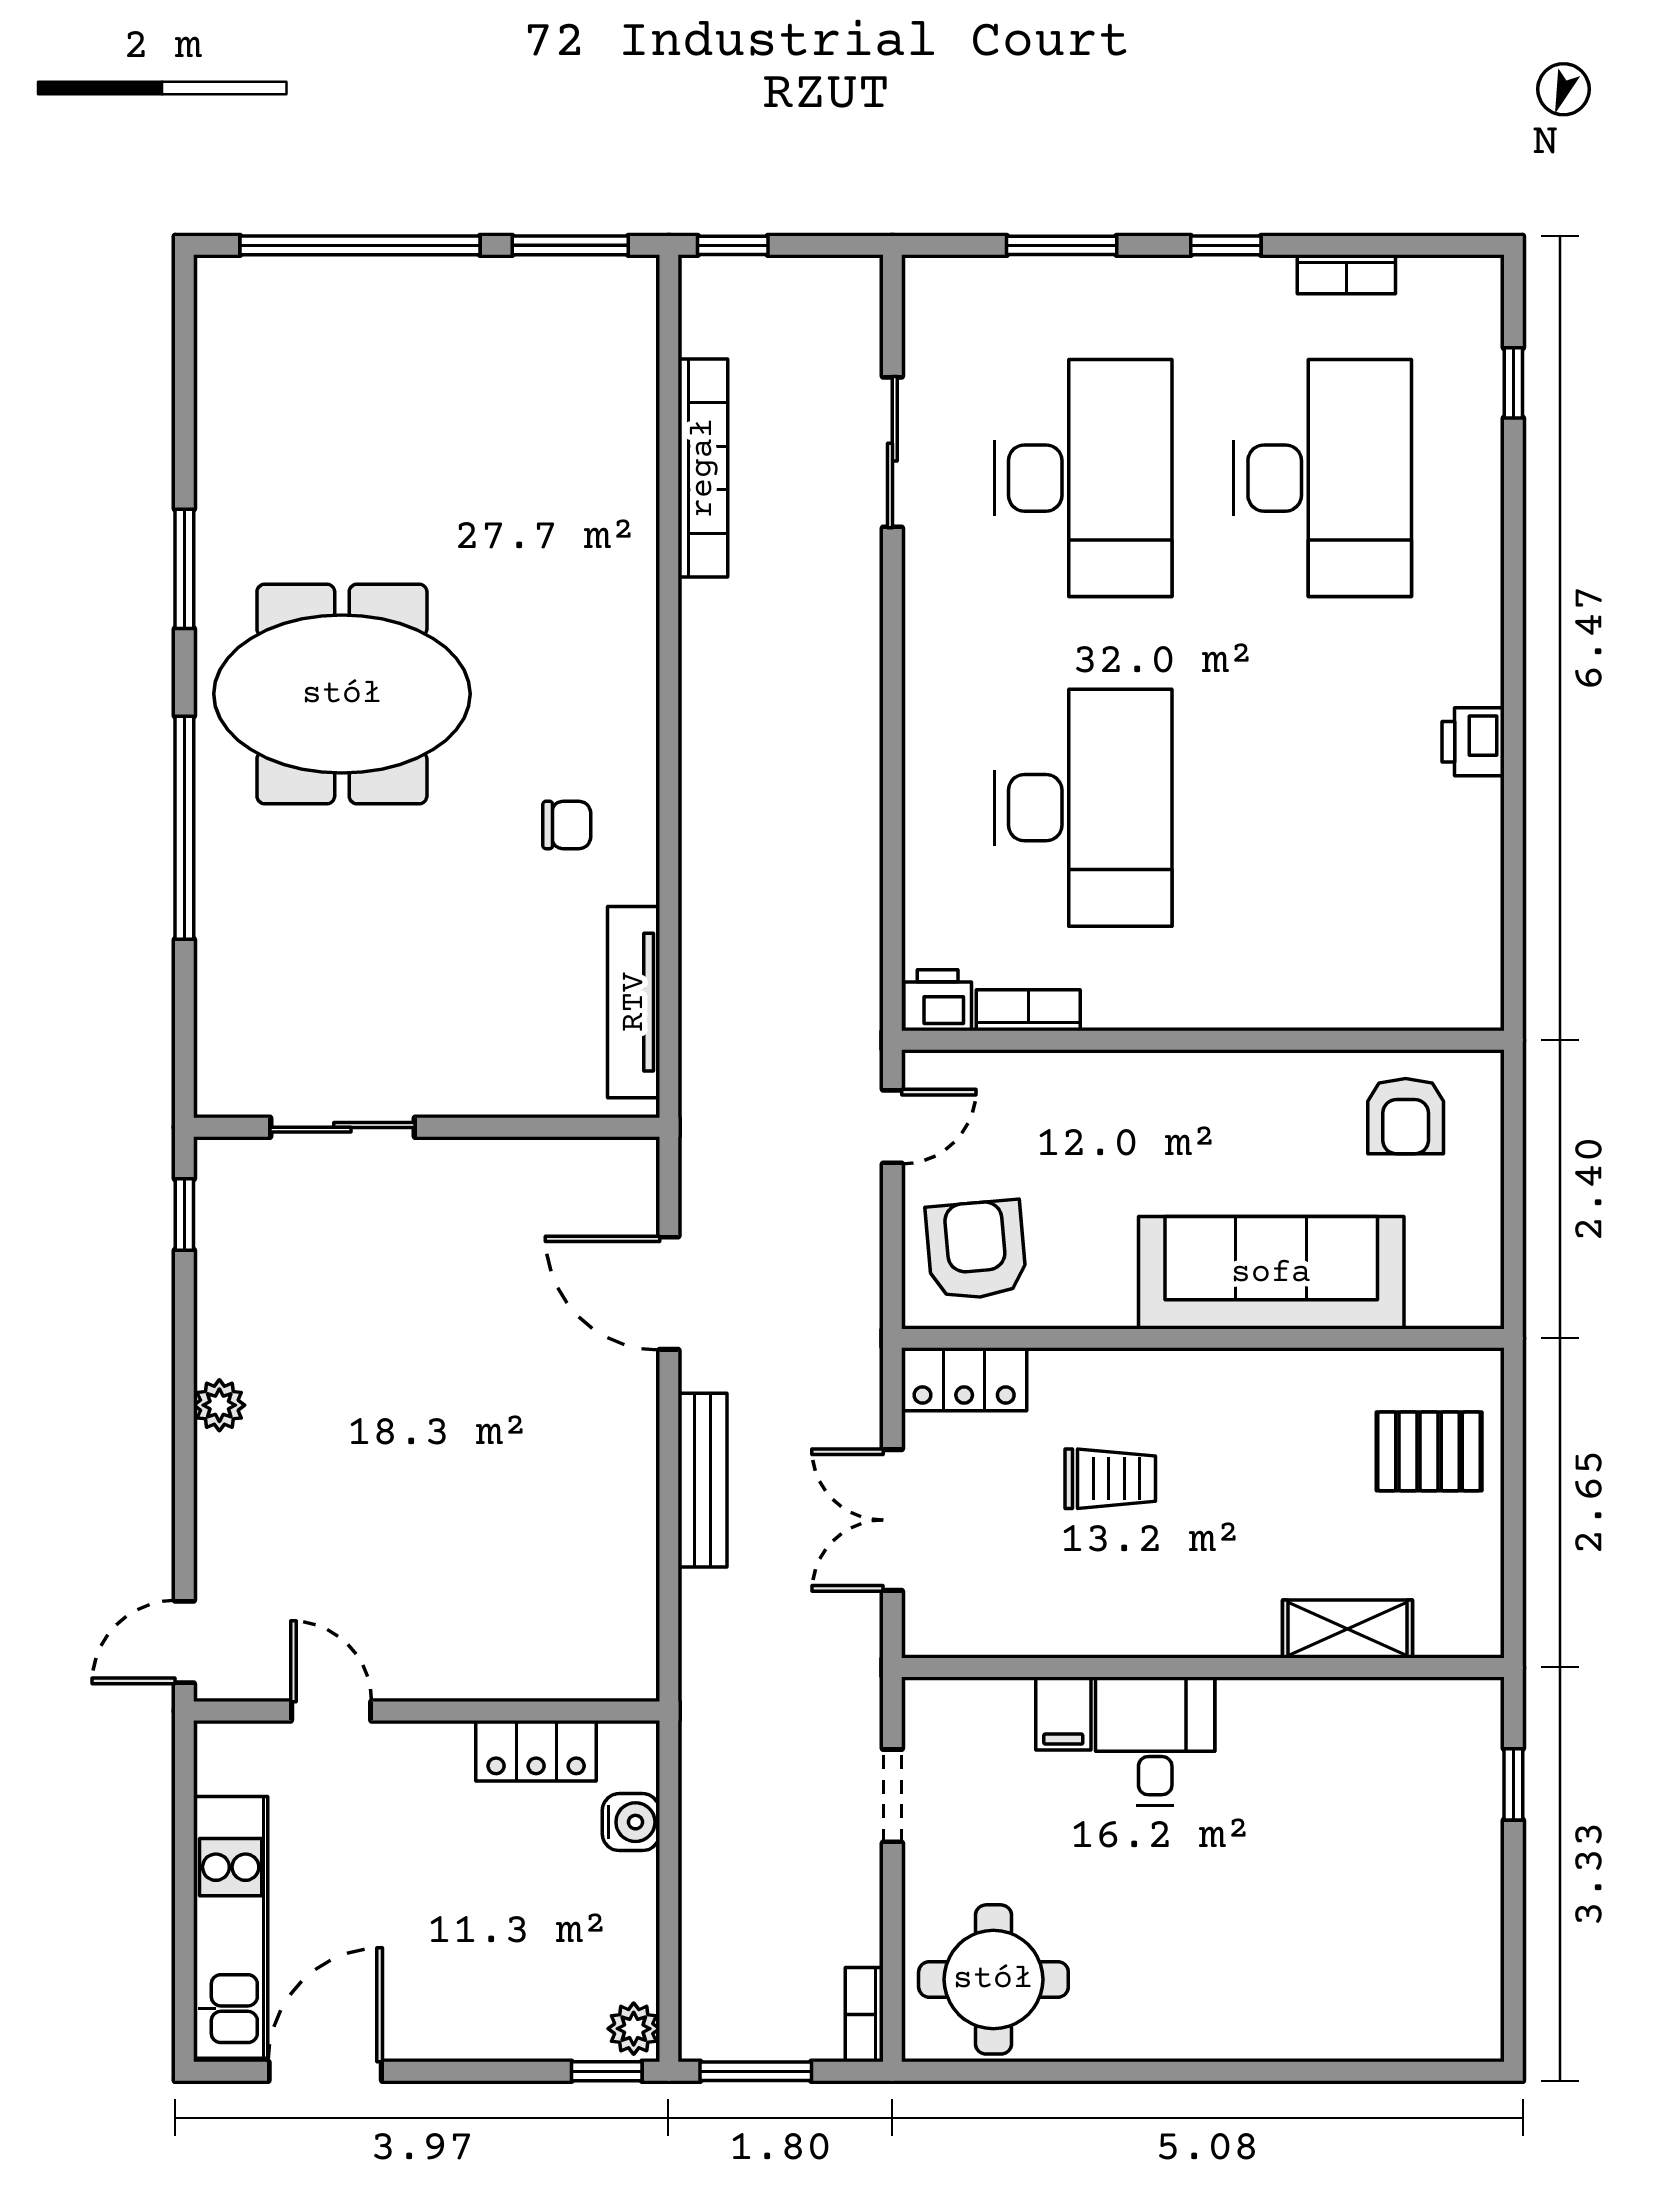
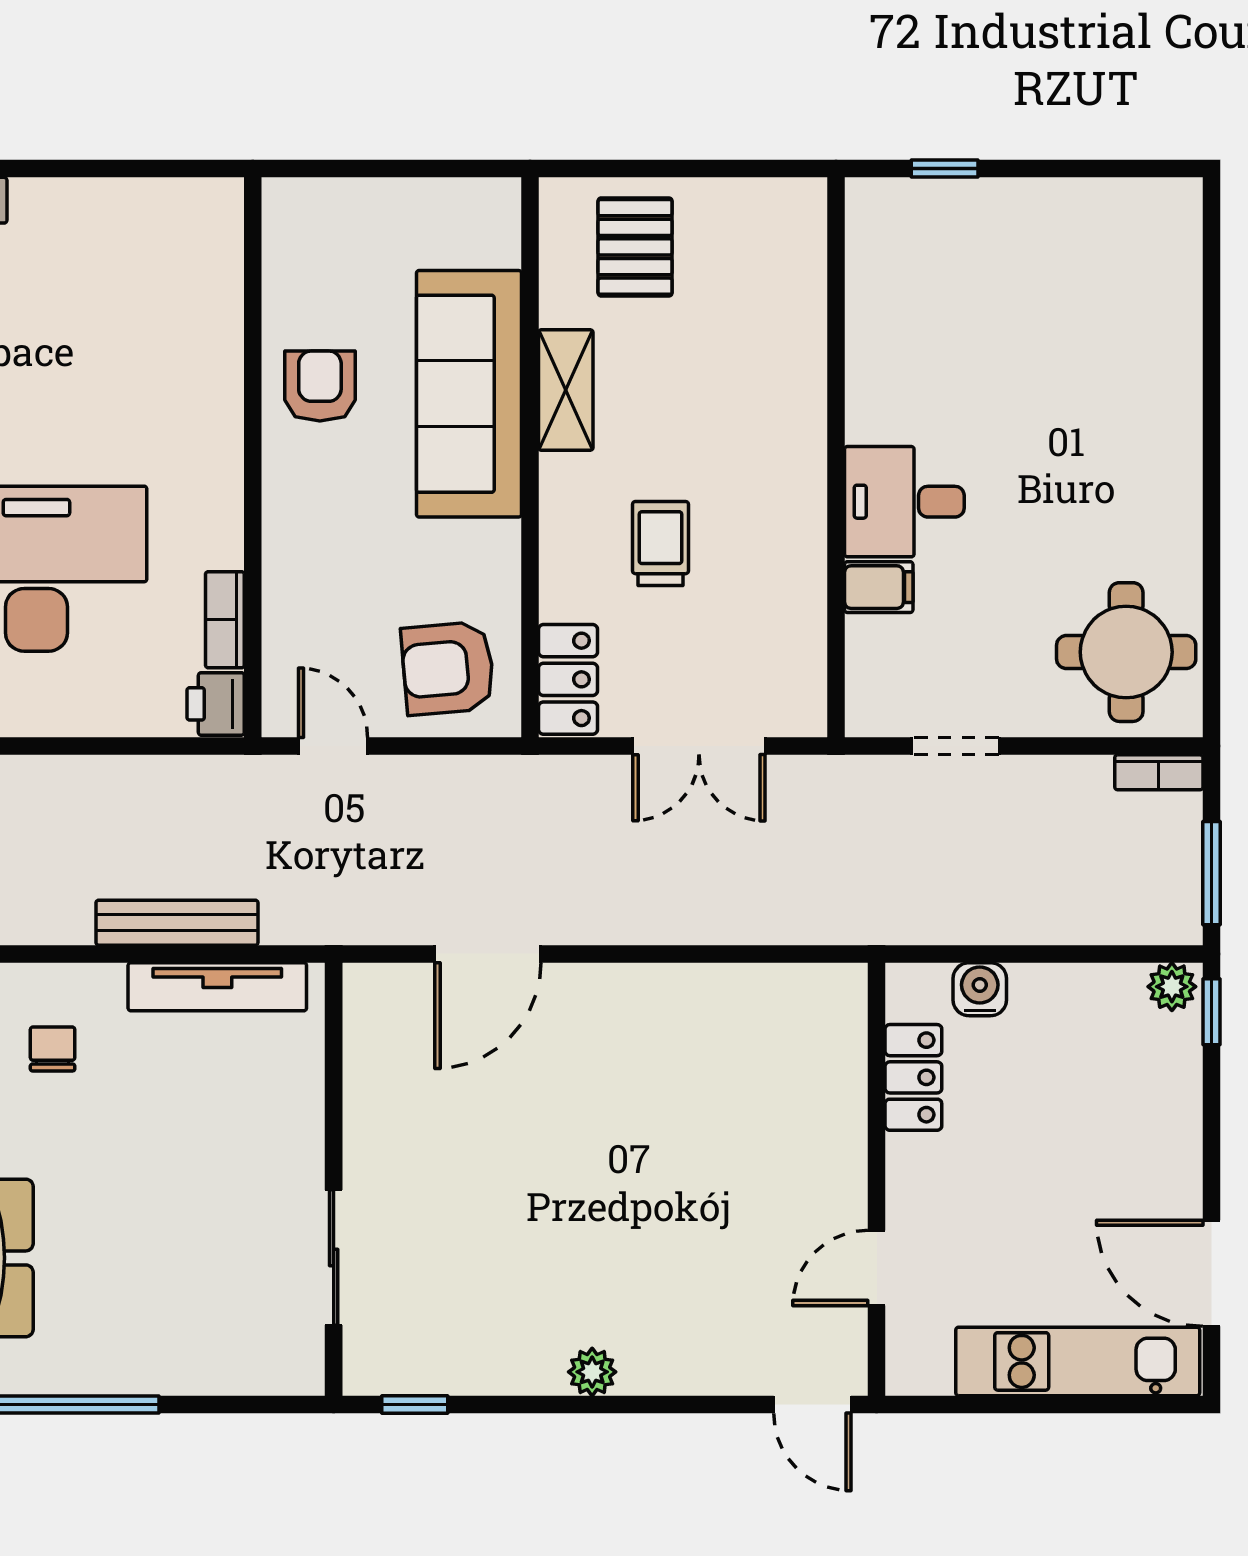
armchair: (1406, 1116) -> (320, 386), moved, turned -90
bench: (702, 1480) -> (177, 923), moved
shelving: (1347, 1629) -> (566, 390), moved

